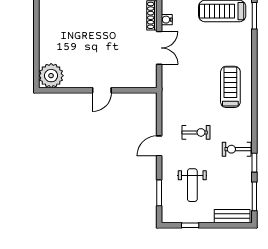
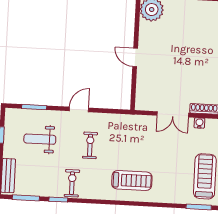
exercise bike: (196, 132) -> (90, 145), turned 180
door: (159, 146) -> (79, 109), hinge flipped

